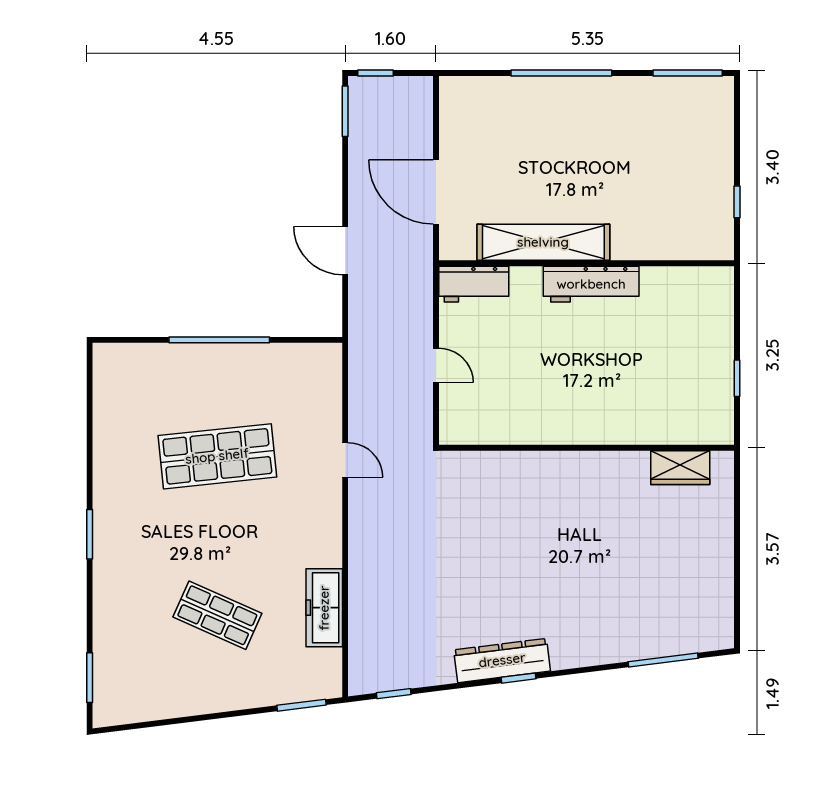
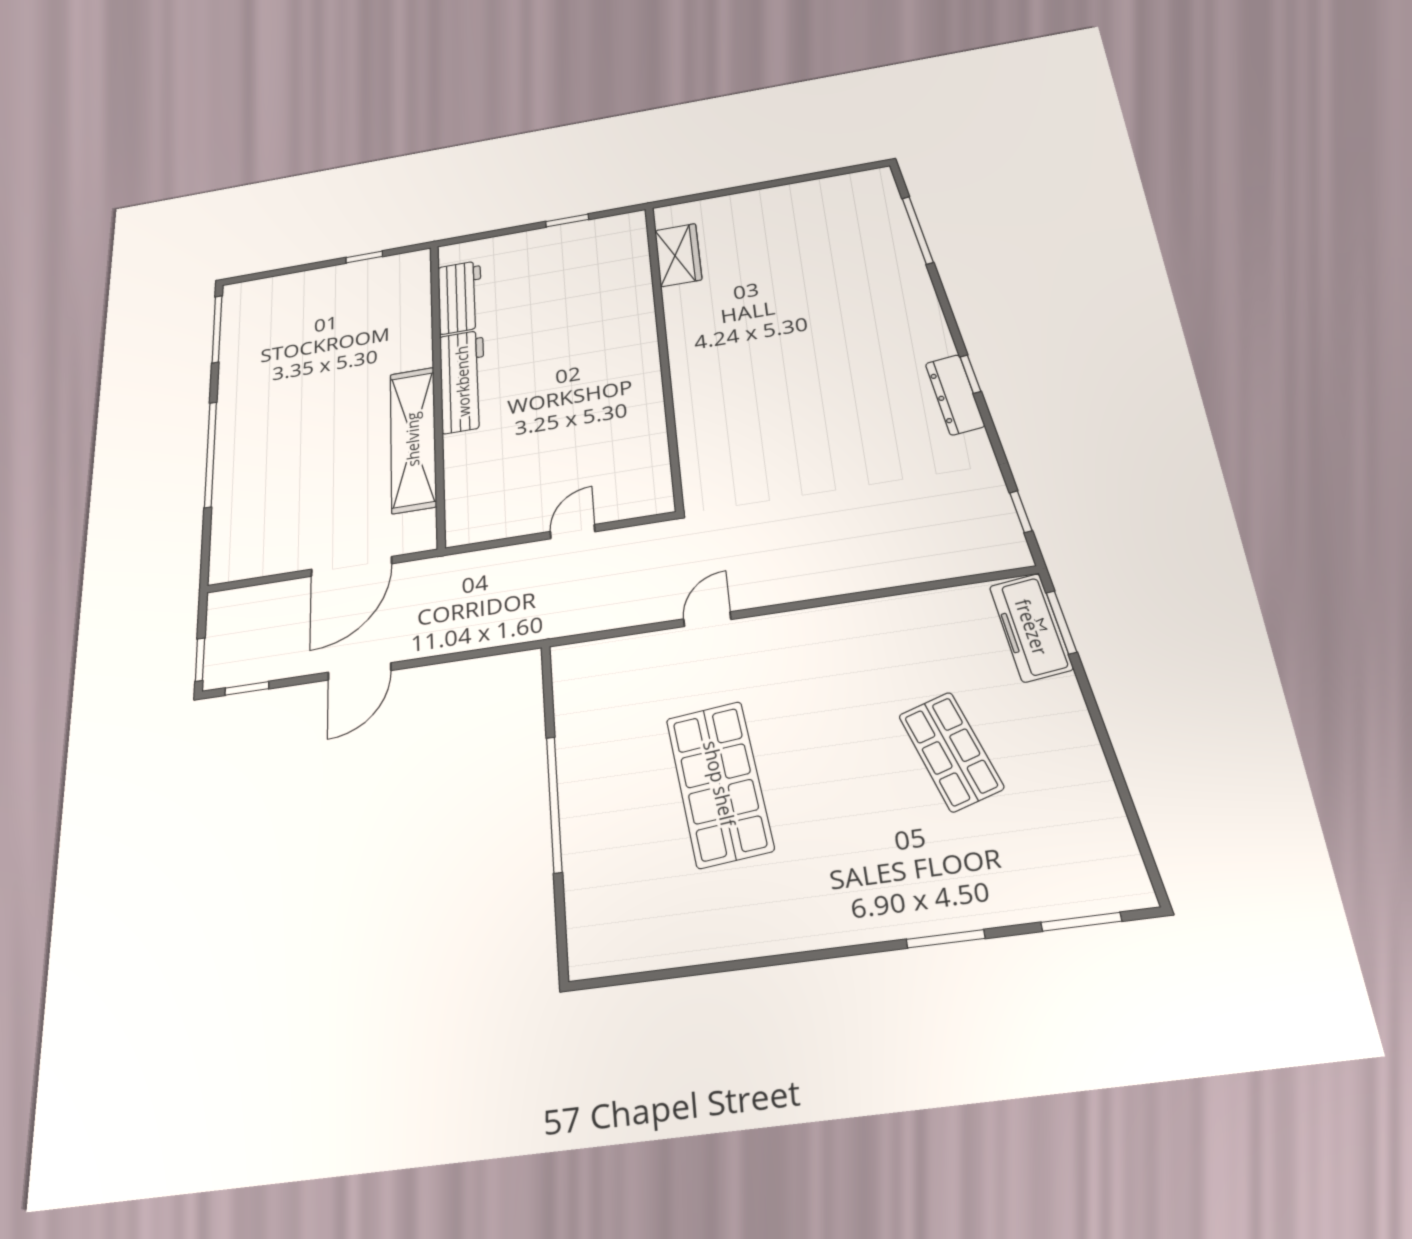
window: (345, 111) -> (247, 688), width x0.67
door: (345, 251) -> (360, 671), moved
workbench: (474, 284) -> (460, 297), moved
window: (90, 534) -> (946, 939), moved
freezer: (324, 608) -> (1031, 627), moved, turned 83
shop shelf: (217, 615) -> (951, 752), turned -42
dresser: (502, 660) -> (955, 395), width x0.73, depth x0.80

